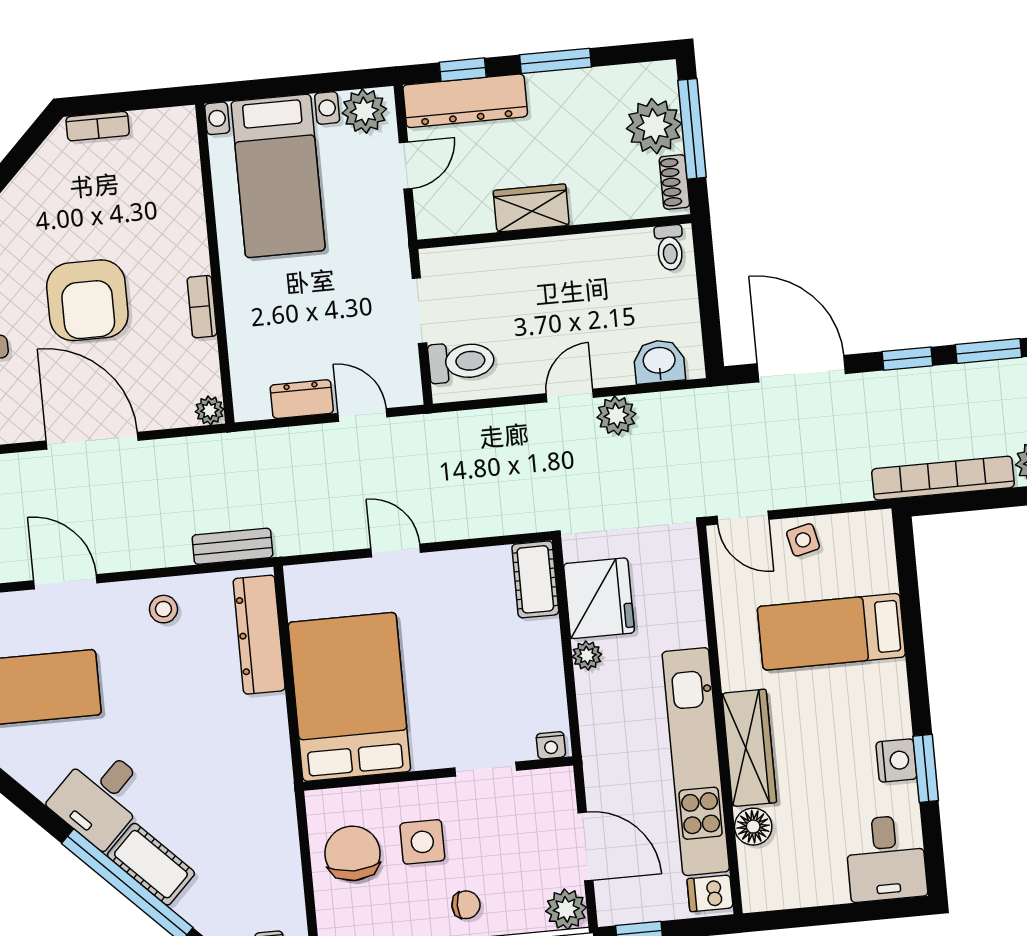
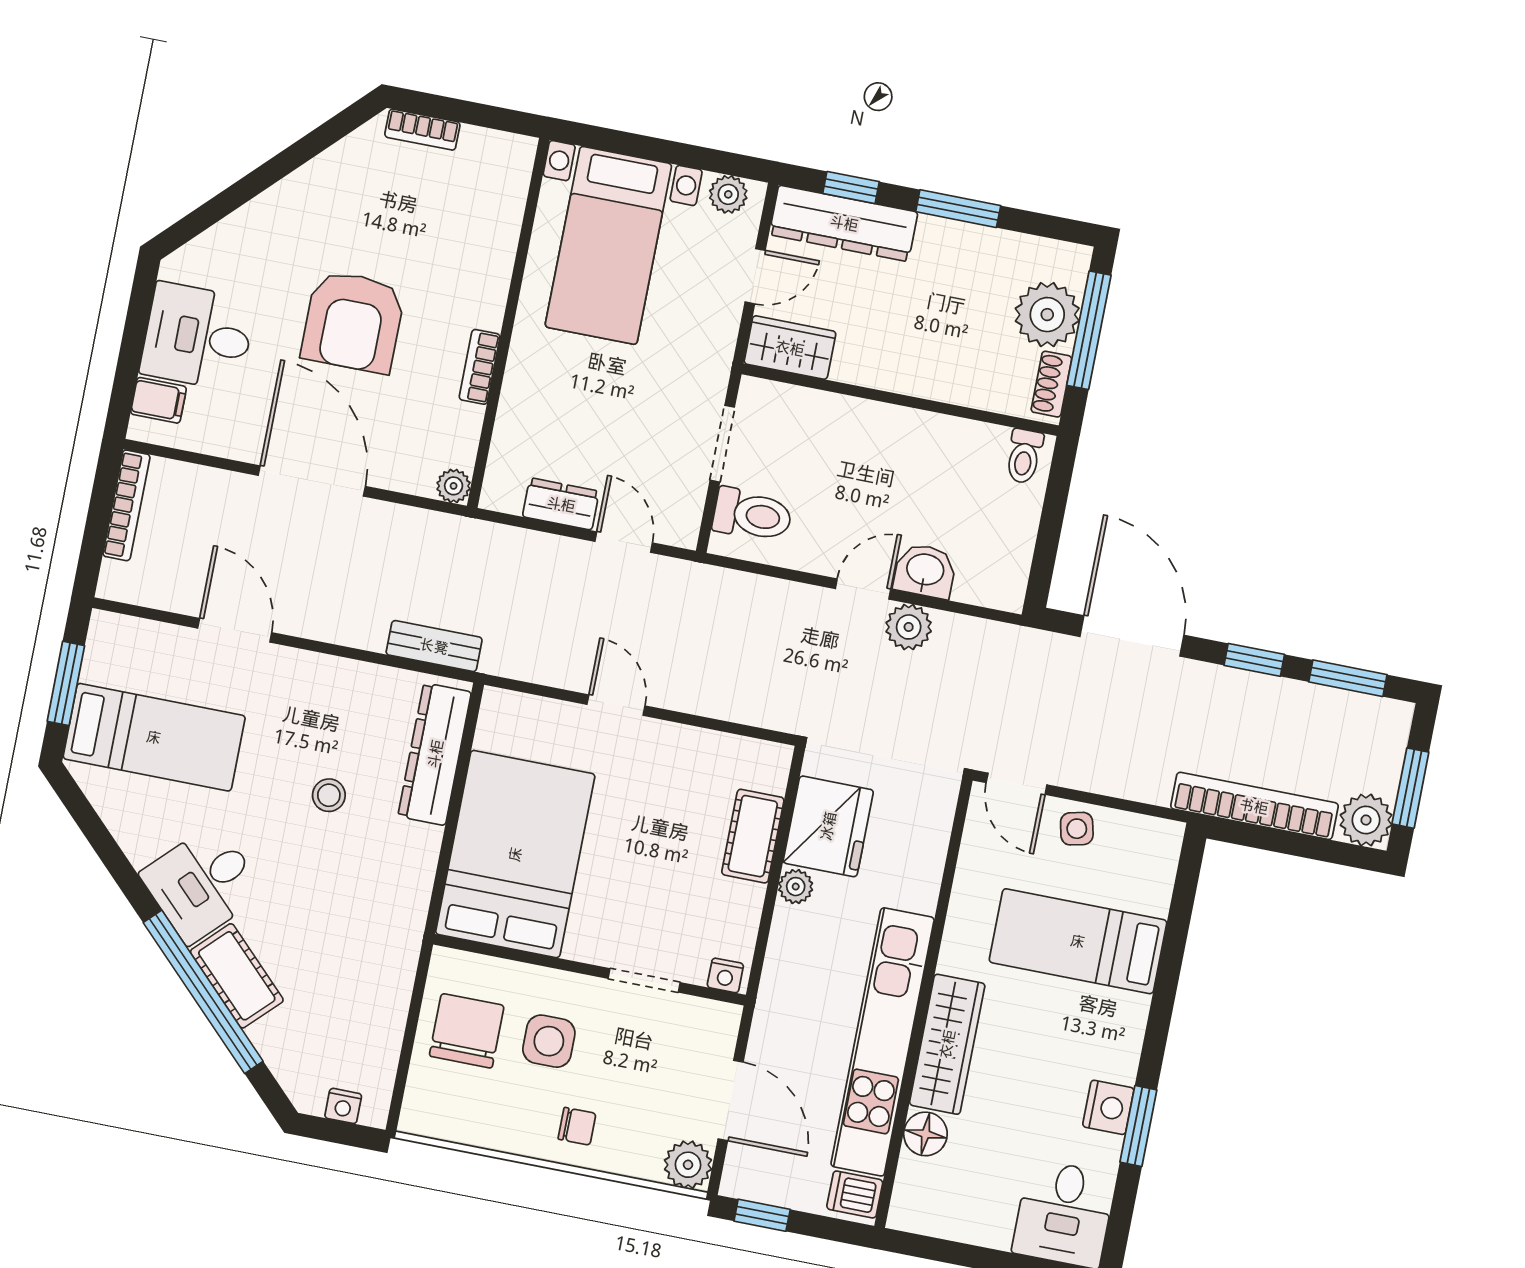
plant: (364, 111) -> (728, 194), width x0.73, depth x0.73
wardrobe: (531, 208) -> (790, 348), moved
washbasin: (659, 361) -> (925, 571), moved
cot: (535, 579) -> (753, 836), moved
stool: (163, 609) -> (329, 795), moved

